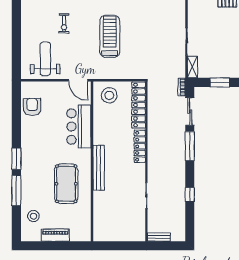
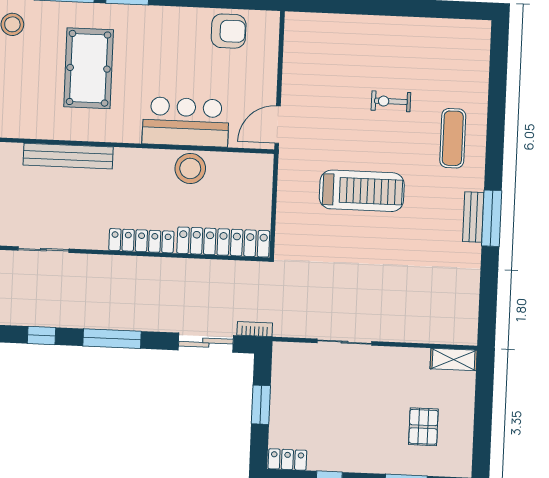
weight bench: (45, 59) -> (323, 61), removed
shelving: (192, 67) -> (294, 352), removed
stool: (109, 95) -> (190, 168), moved
window: (190, 146) -> (112, 339), moved
bench: (99, 168) -> (68, 156), moved
pool table: (66, 184) -> (89, 68), moved, turned 90

